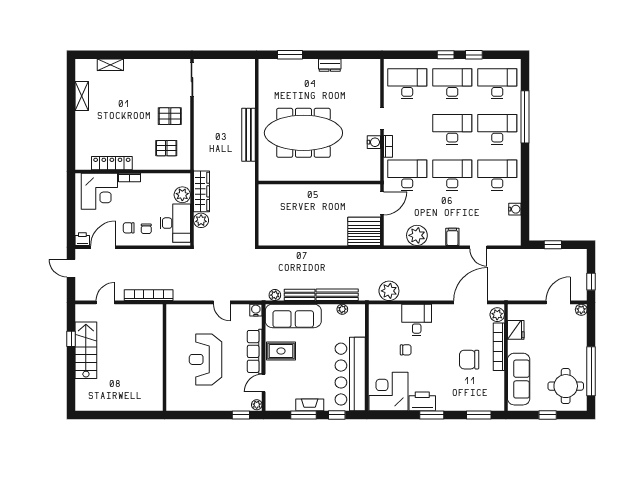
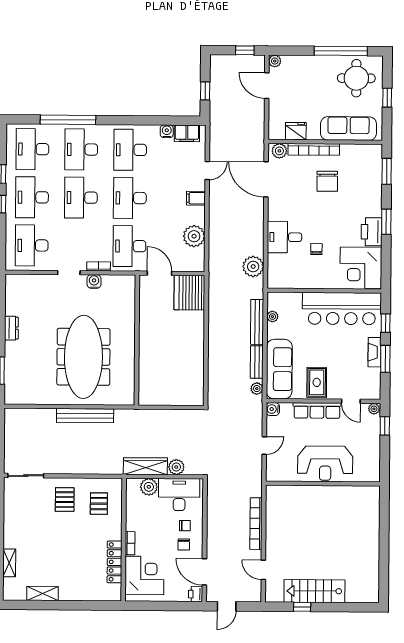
filing cabinet: (513, 228) -> (187, 133), added
wall: (164, 357) -> (323, 484), moved

